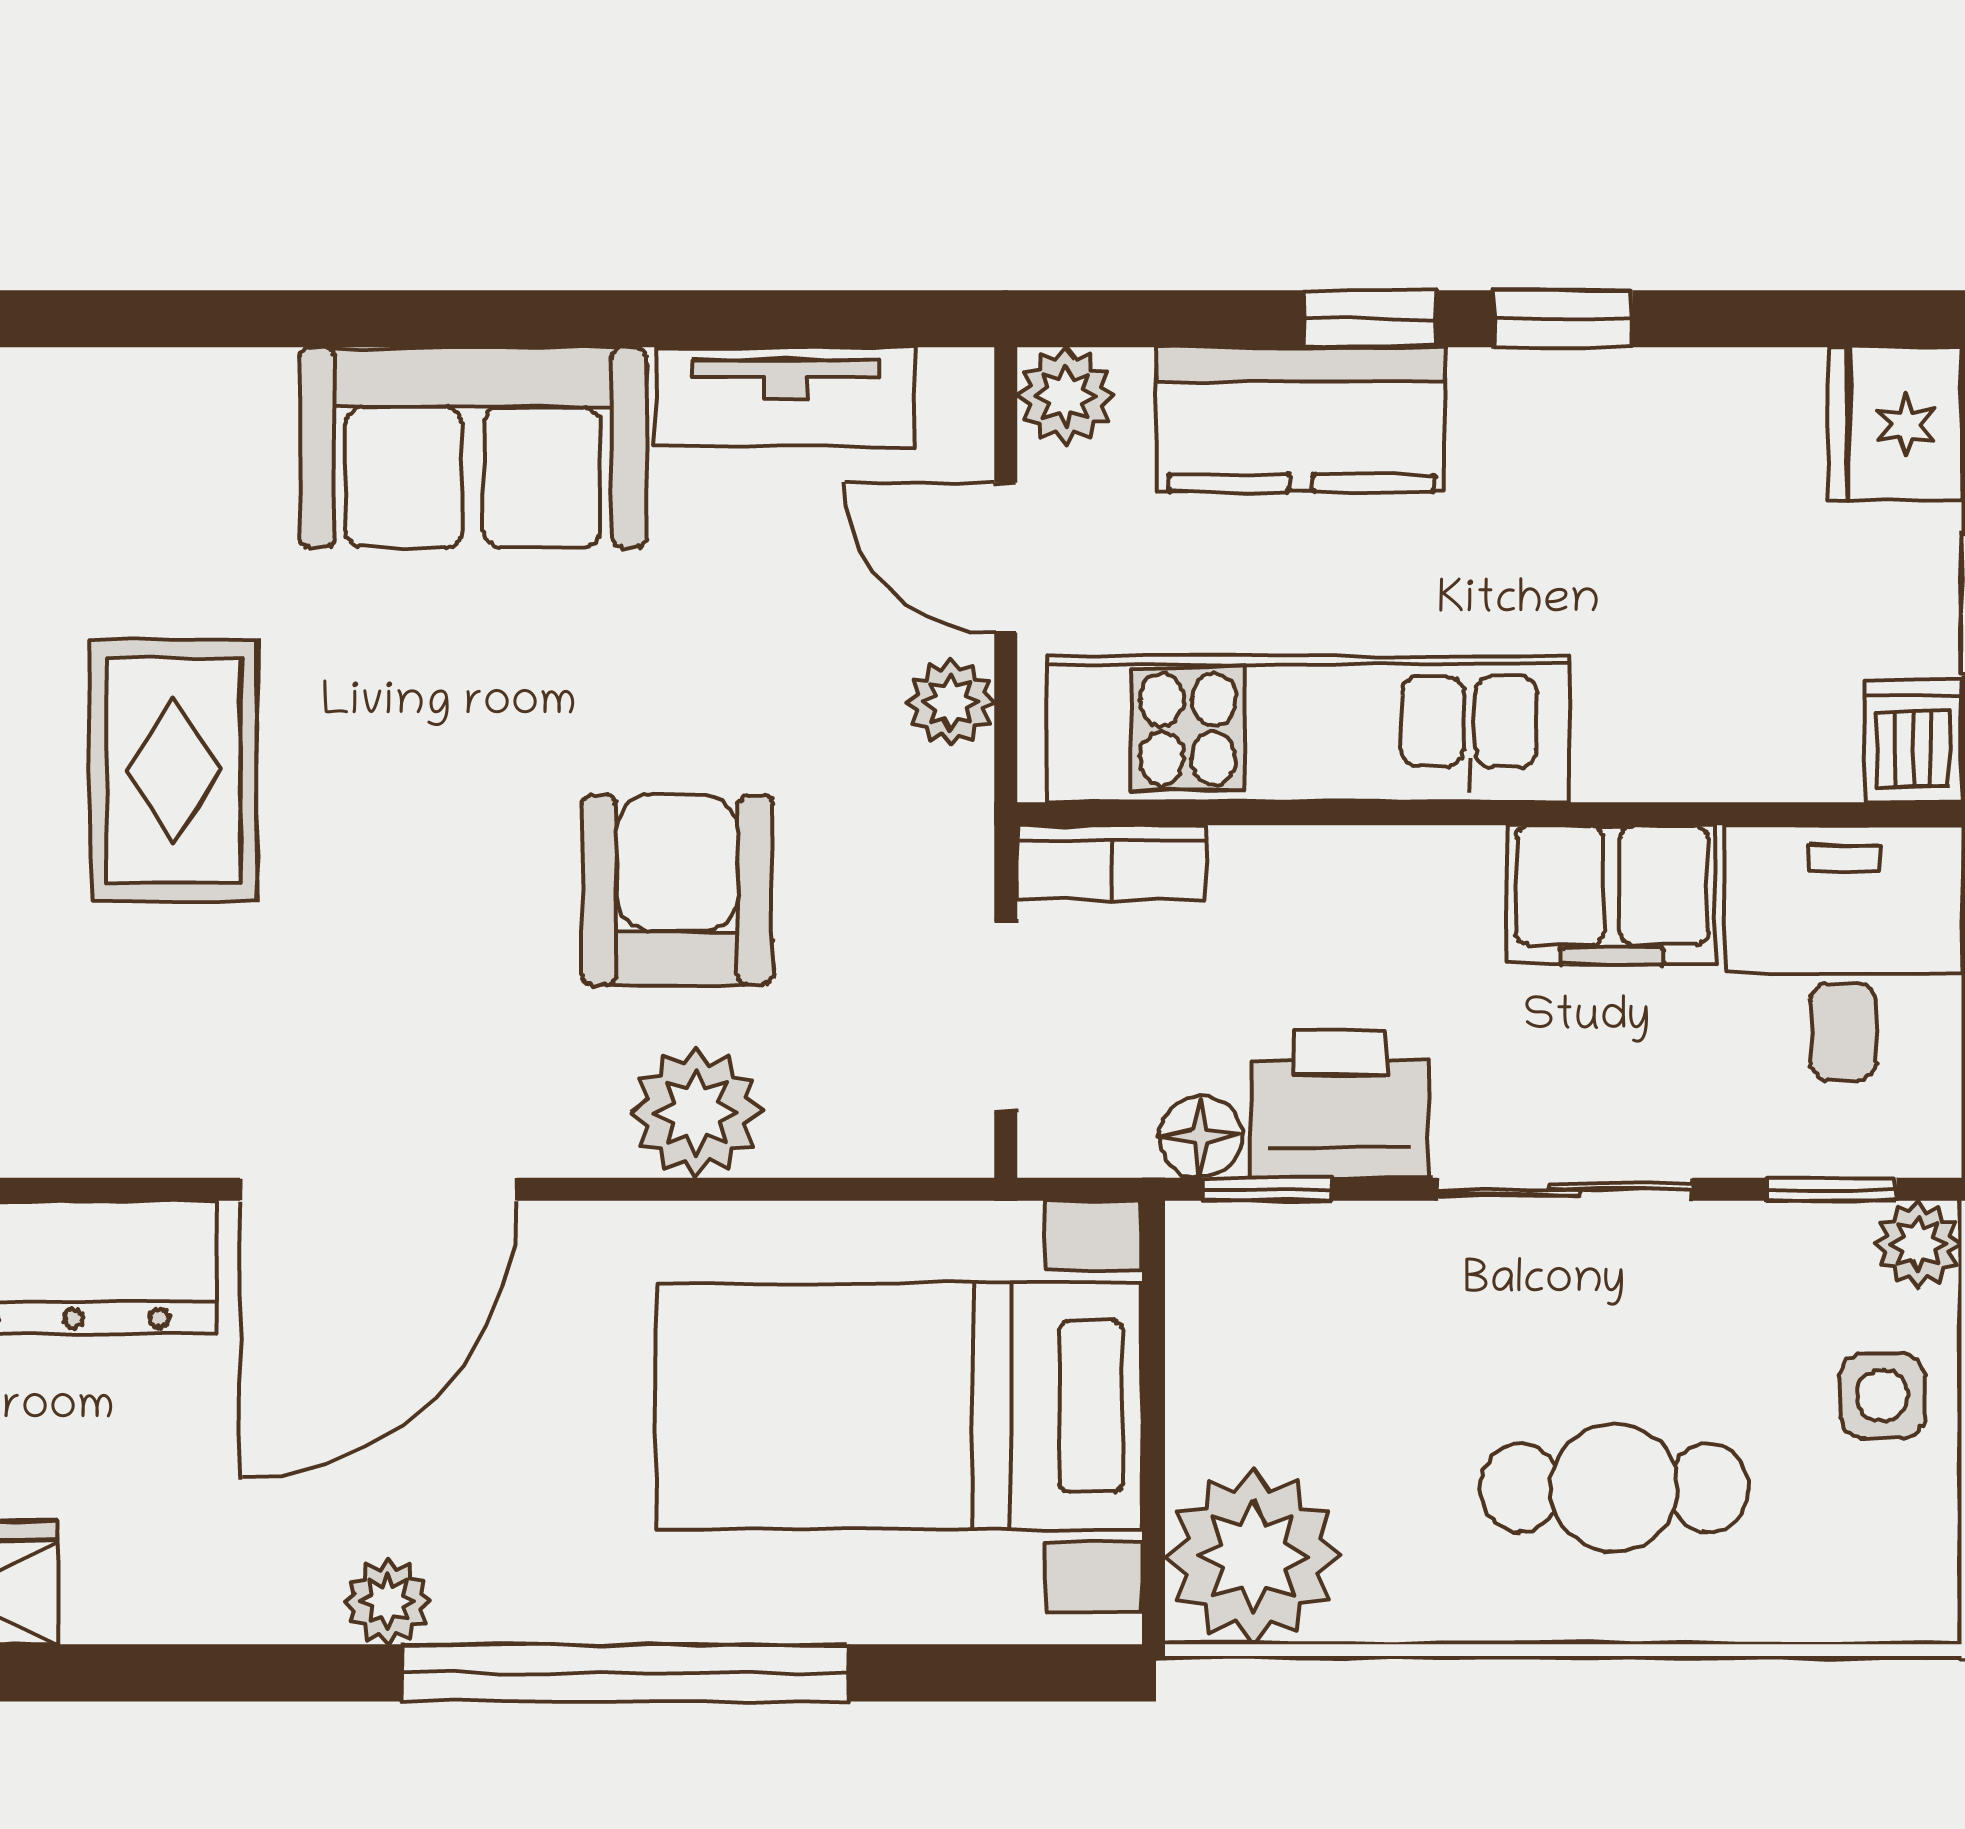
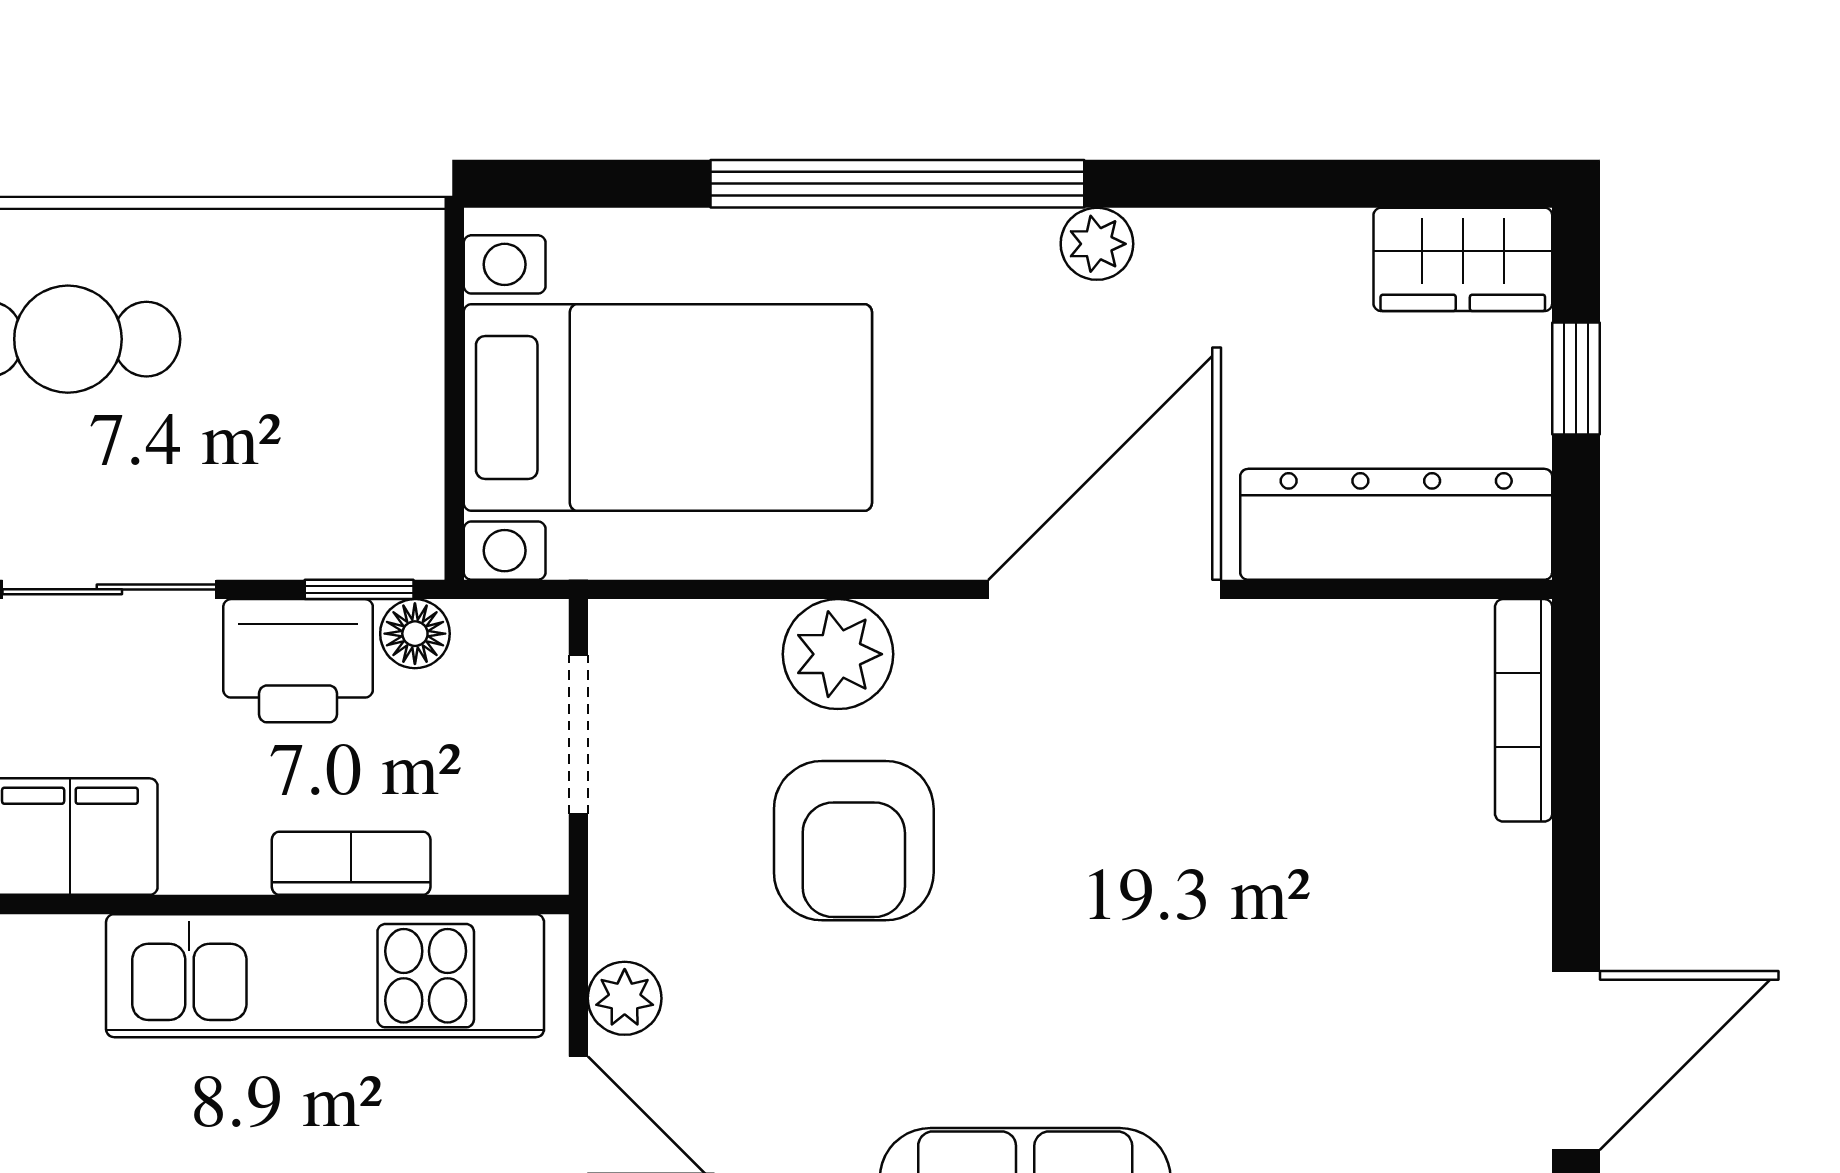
rug: (174, 770) -> (1276, 941), removed
bookcase: (1111, 863) -> (351, 863), moved
plant: (1253, 1556) -> (371, 282), removed

